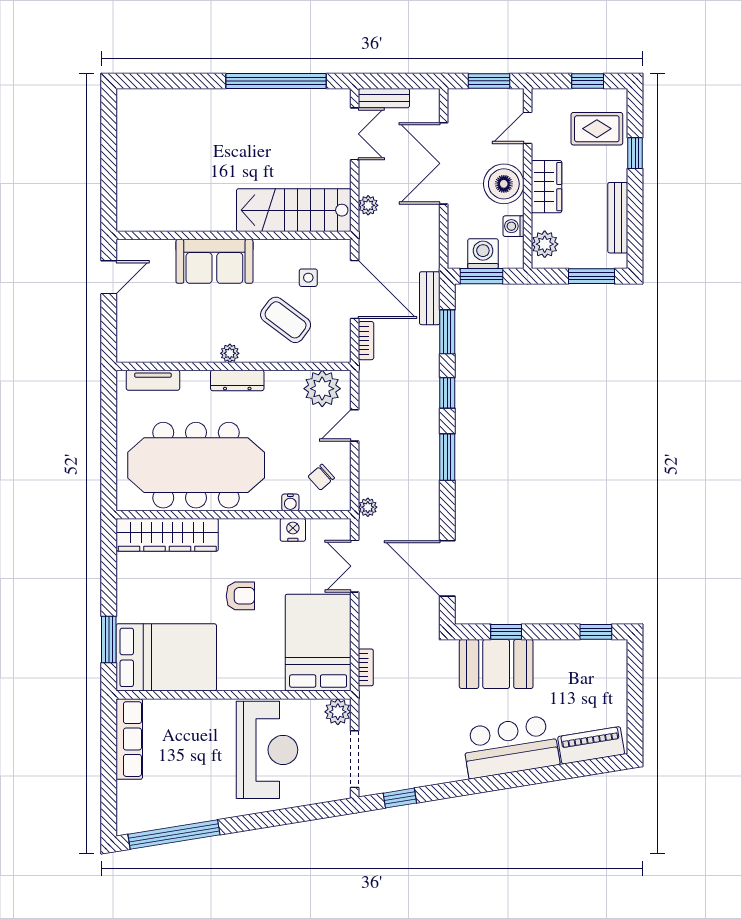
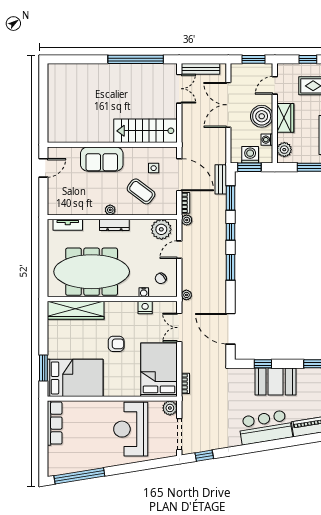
bench: (384, 98) -> (200, 69), width x1.36
plant: (368, 205) -> (187, 220), moved
booth: (496, 664) -> (276, 382), moved
reception desk: (267, 750) -> (131, 429), turned 180

